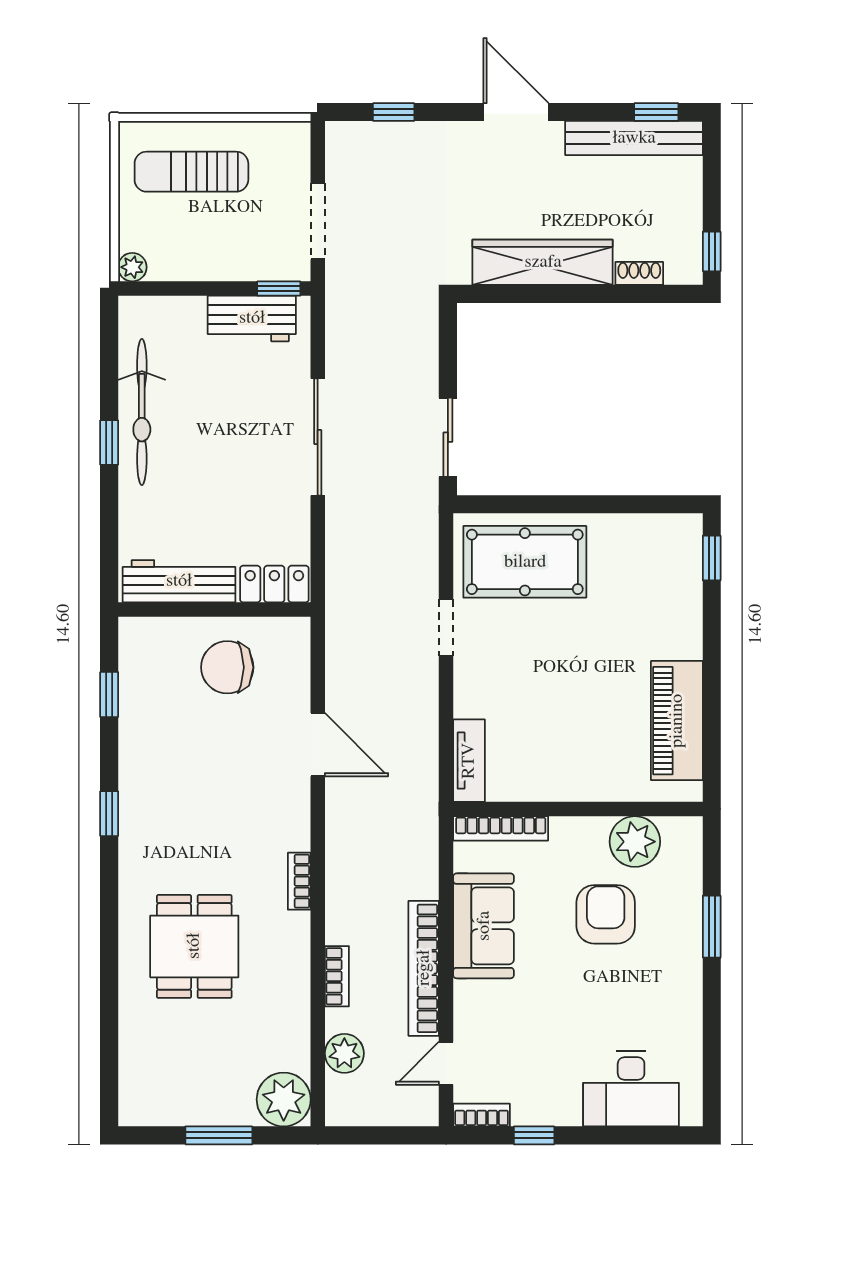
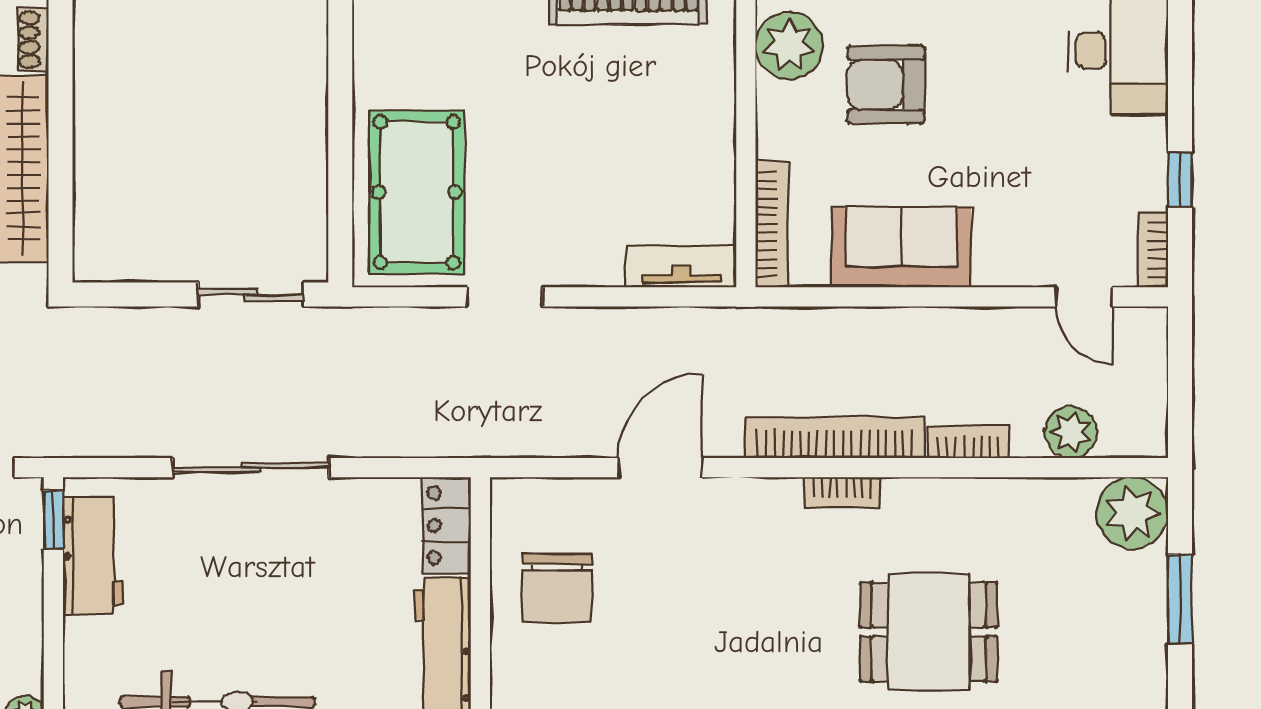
bookcase: (424, 968) -> (835, 438), moved, turned 180

